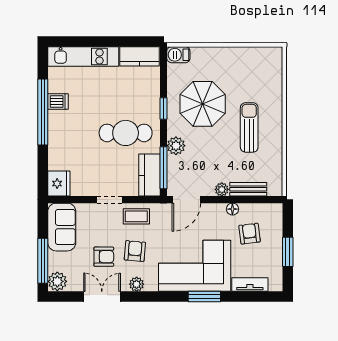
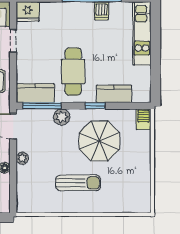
kitchen counter: (140, 56) -> (114, 94), moved, turned 90
bench: (248, 189) -> (22, 182), removed
doorway: (109, 200) -> (13, 41), moved

